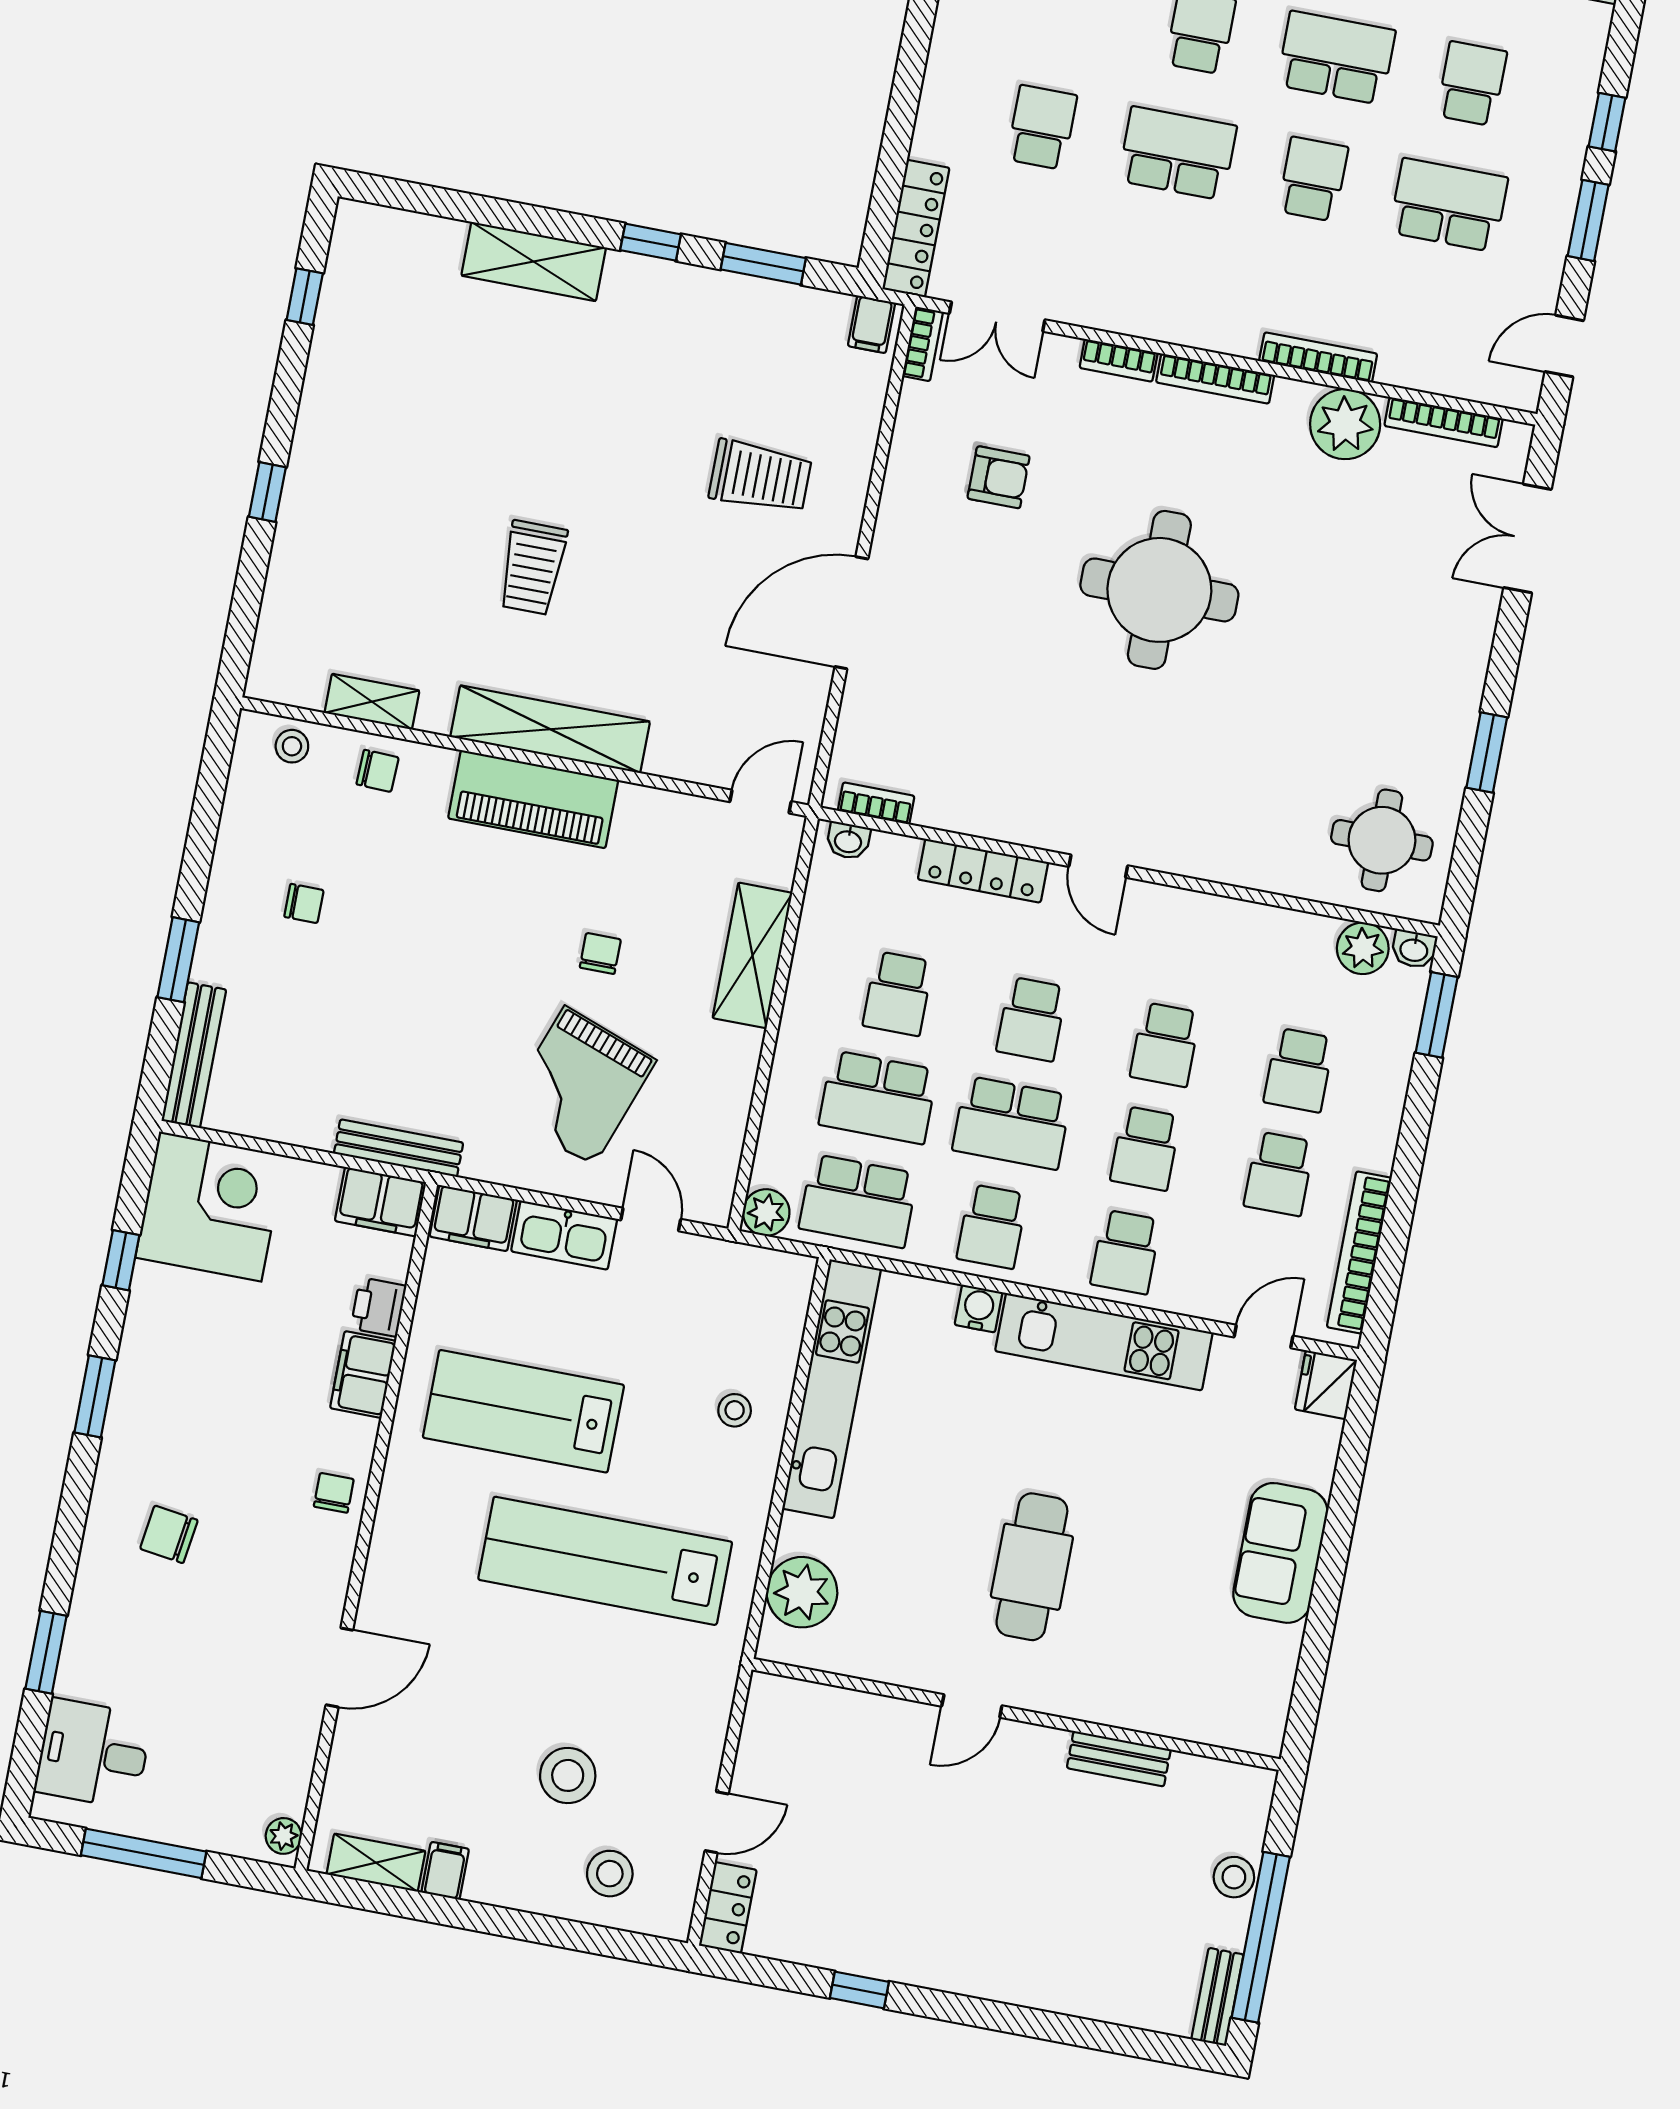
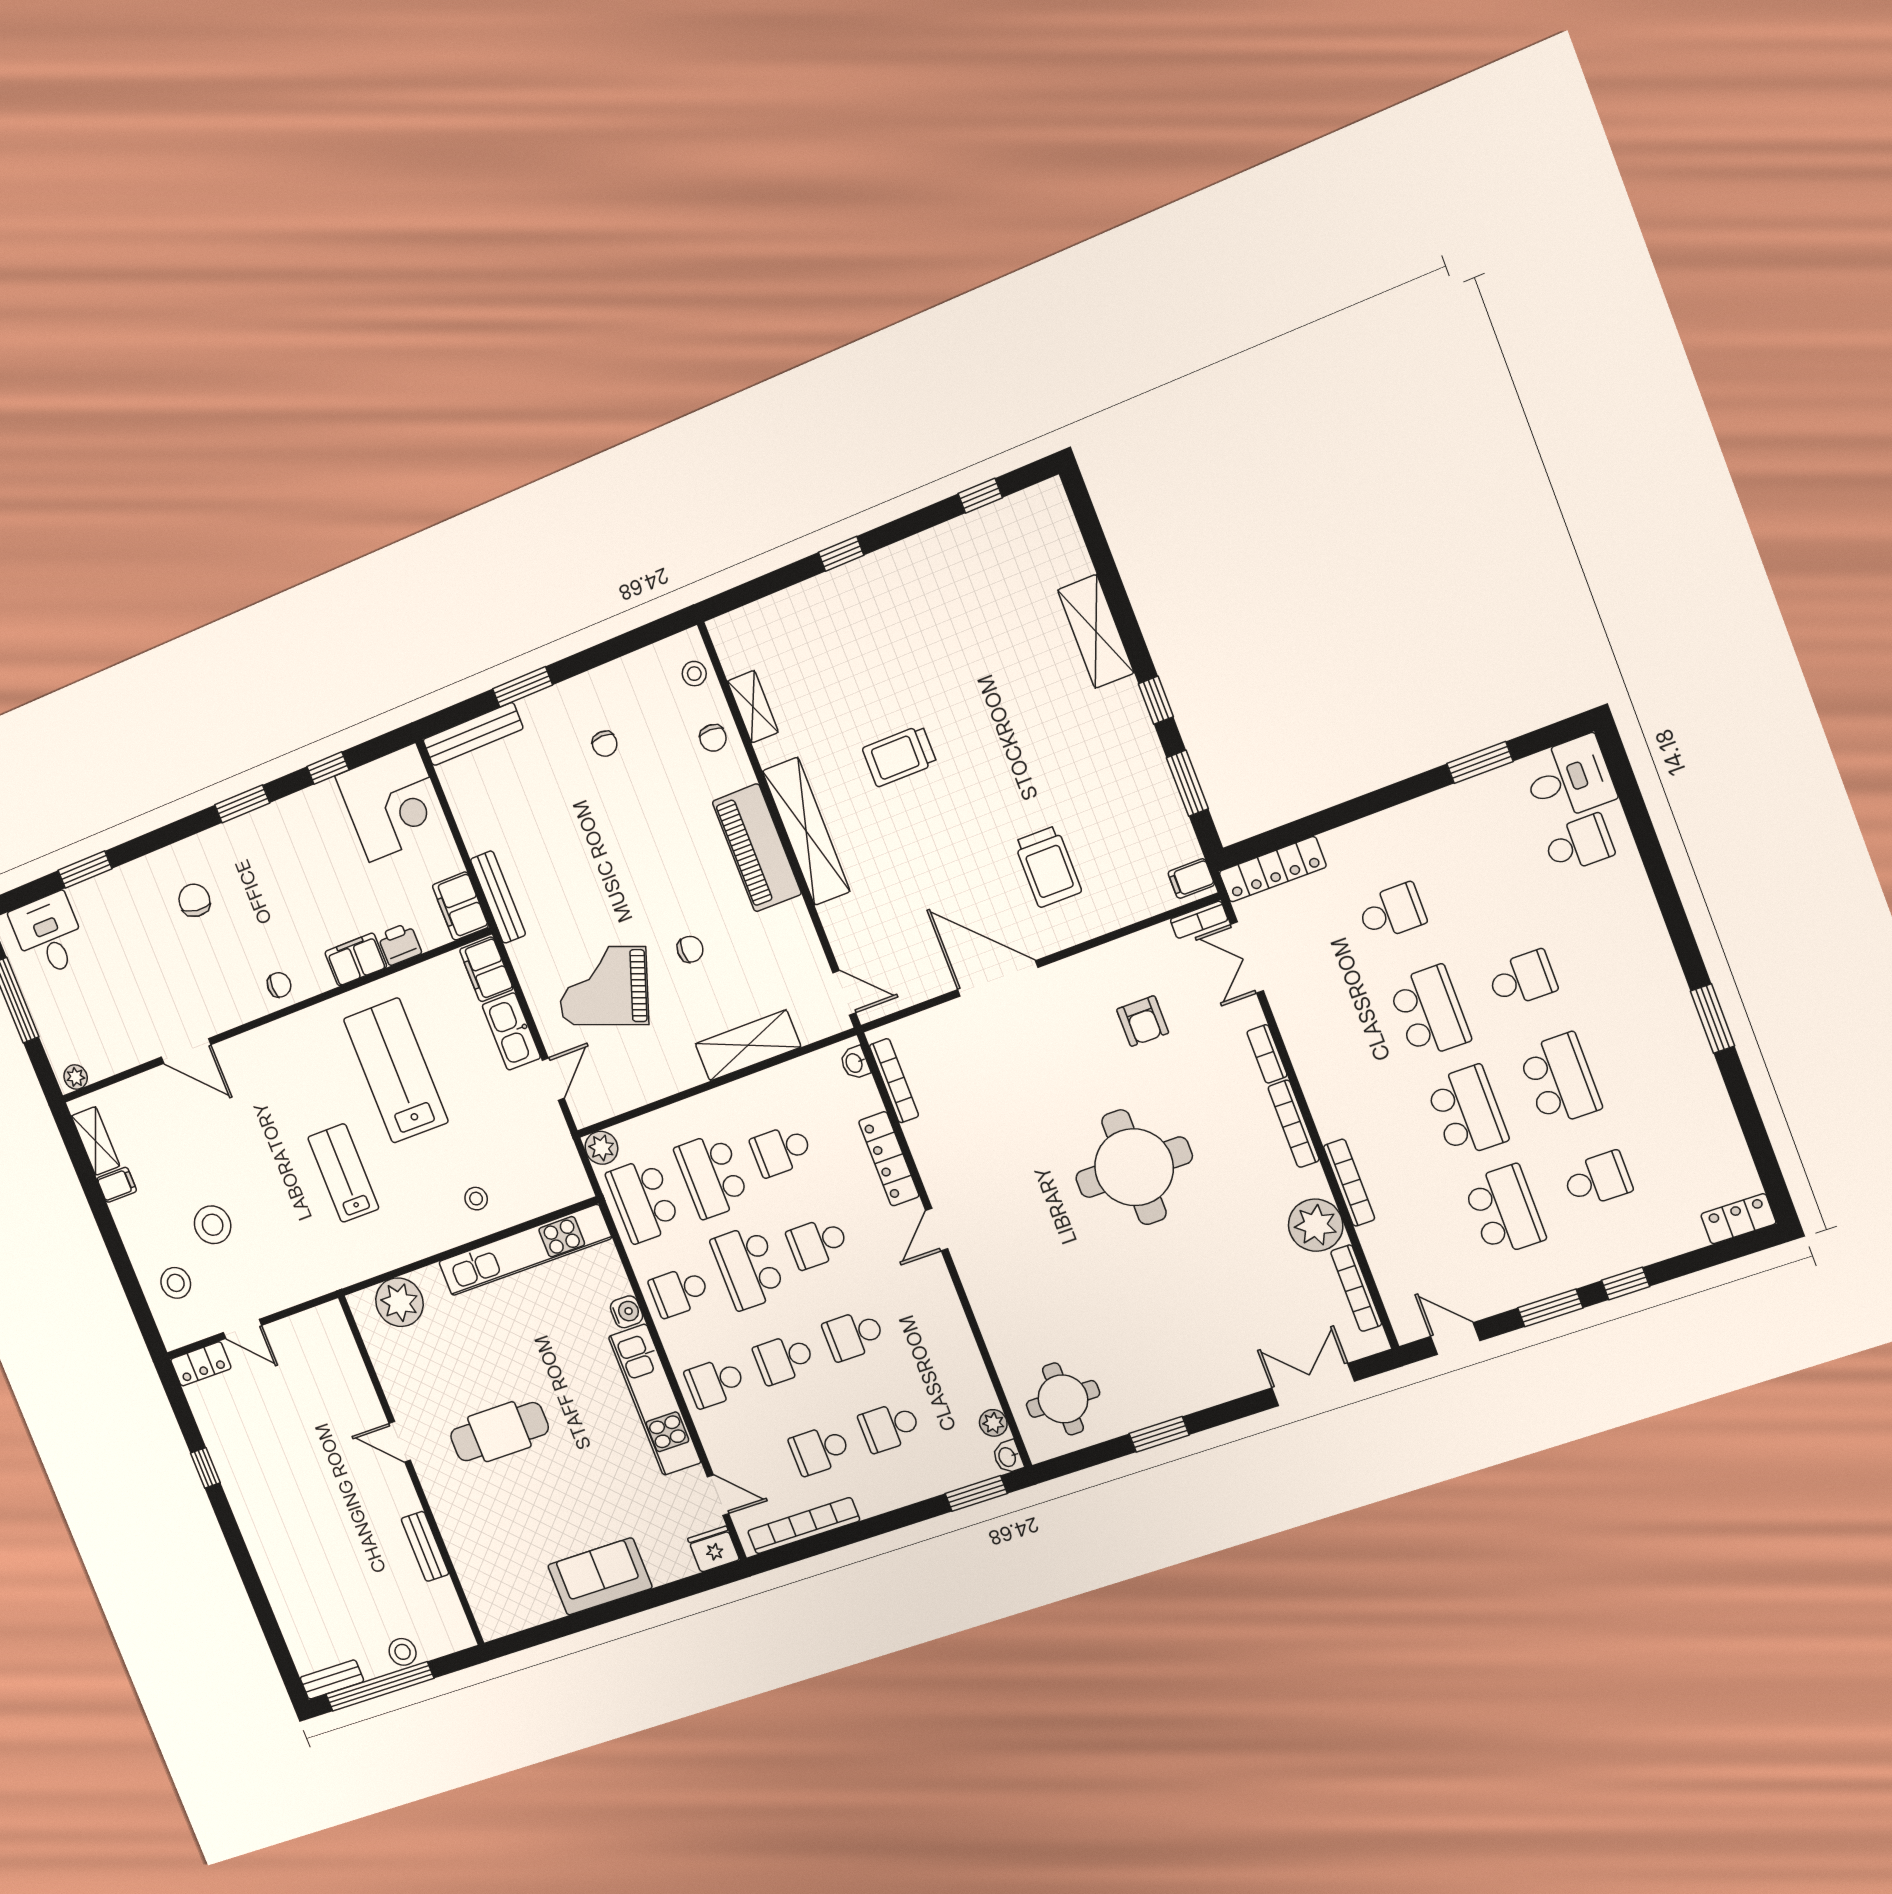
school desk: (1313, 179) -> (1467, 1111), width x1.85
bookcase: (876, 803) -> (894, 1081), width x1.56
plant: (1363, 948) -> (993, 1423), width x0.73, depth x0.73
lab bench: (605, 1561) -> (343, 1173), width x0.54, depth x0.72

